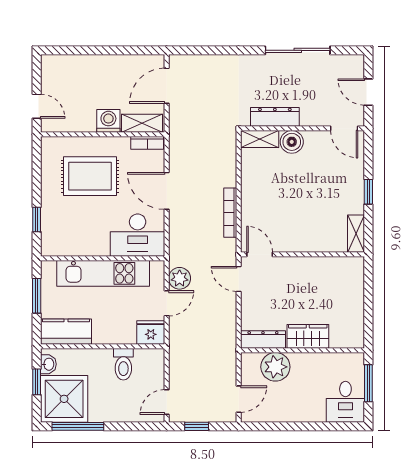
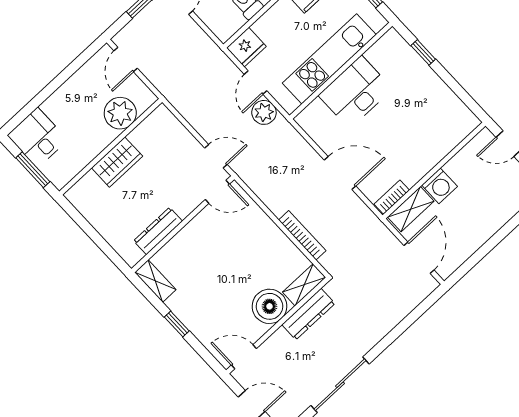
boiler: (292, 142) -> (269, 306), width x1.37, depth x1.37
rug: (90, 176) -> (413, 127), removed
bookcase: (230, 213) -> (302, 235), moved
desk: (138, 235) -> (355, 92), moved
dresser: (263, 340) -> (158, 231), moved, turned 180

